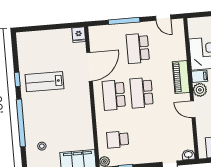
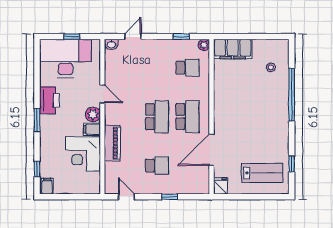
window: (124, 21) -> (170, 197), width x0.46
school desk: (138, 48) -> (157, 166), width x0.54
piano: (181, 77) -> (112, 143), moved
window: (17, 79) -> (292, 164), moved
lab bench: (45, 82) -> (262, 173), moved

